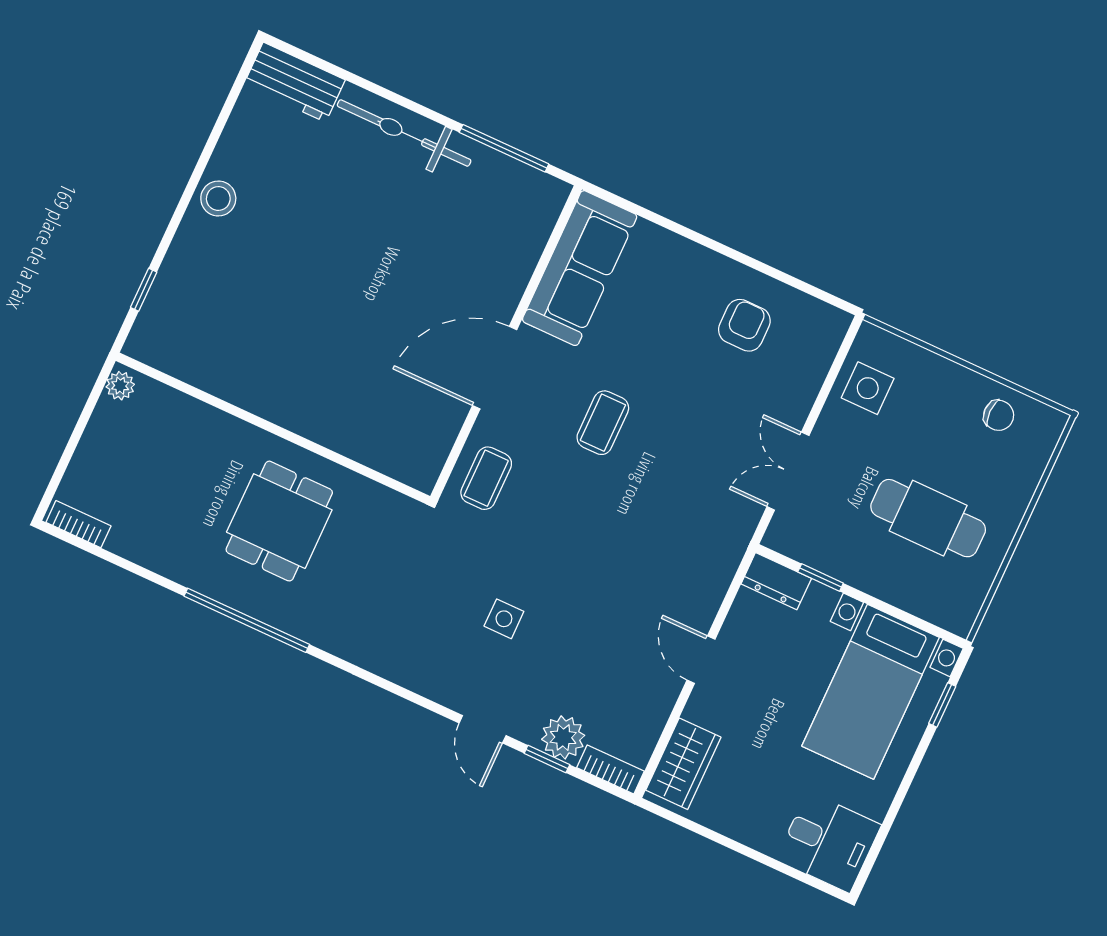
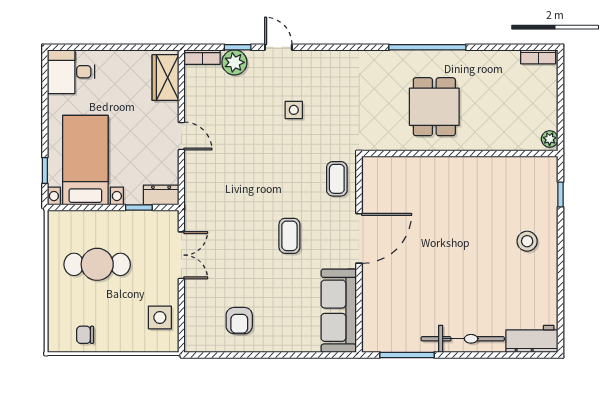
stool: (218, 199) -> (527, 241), moved

